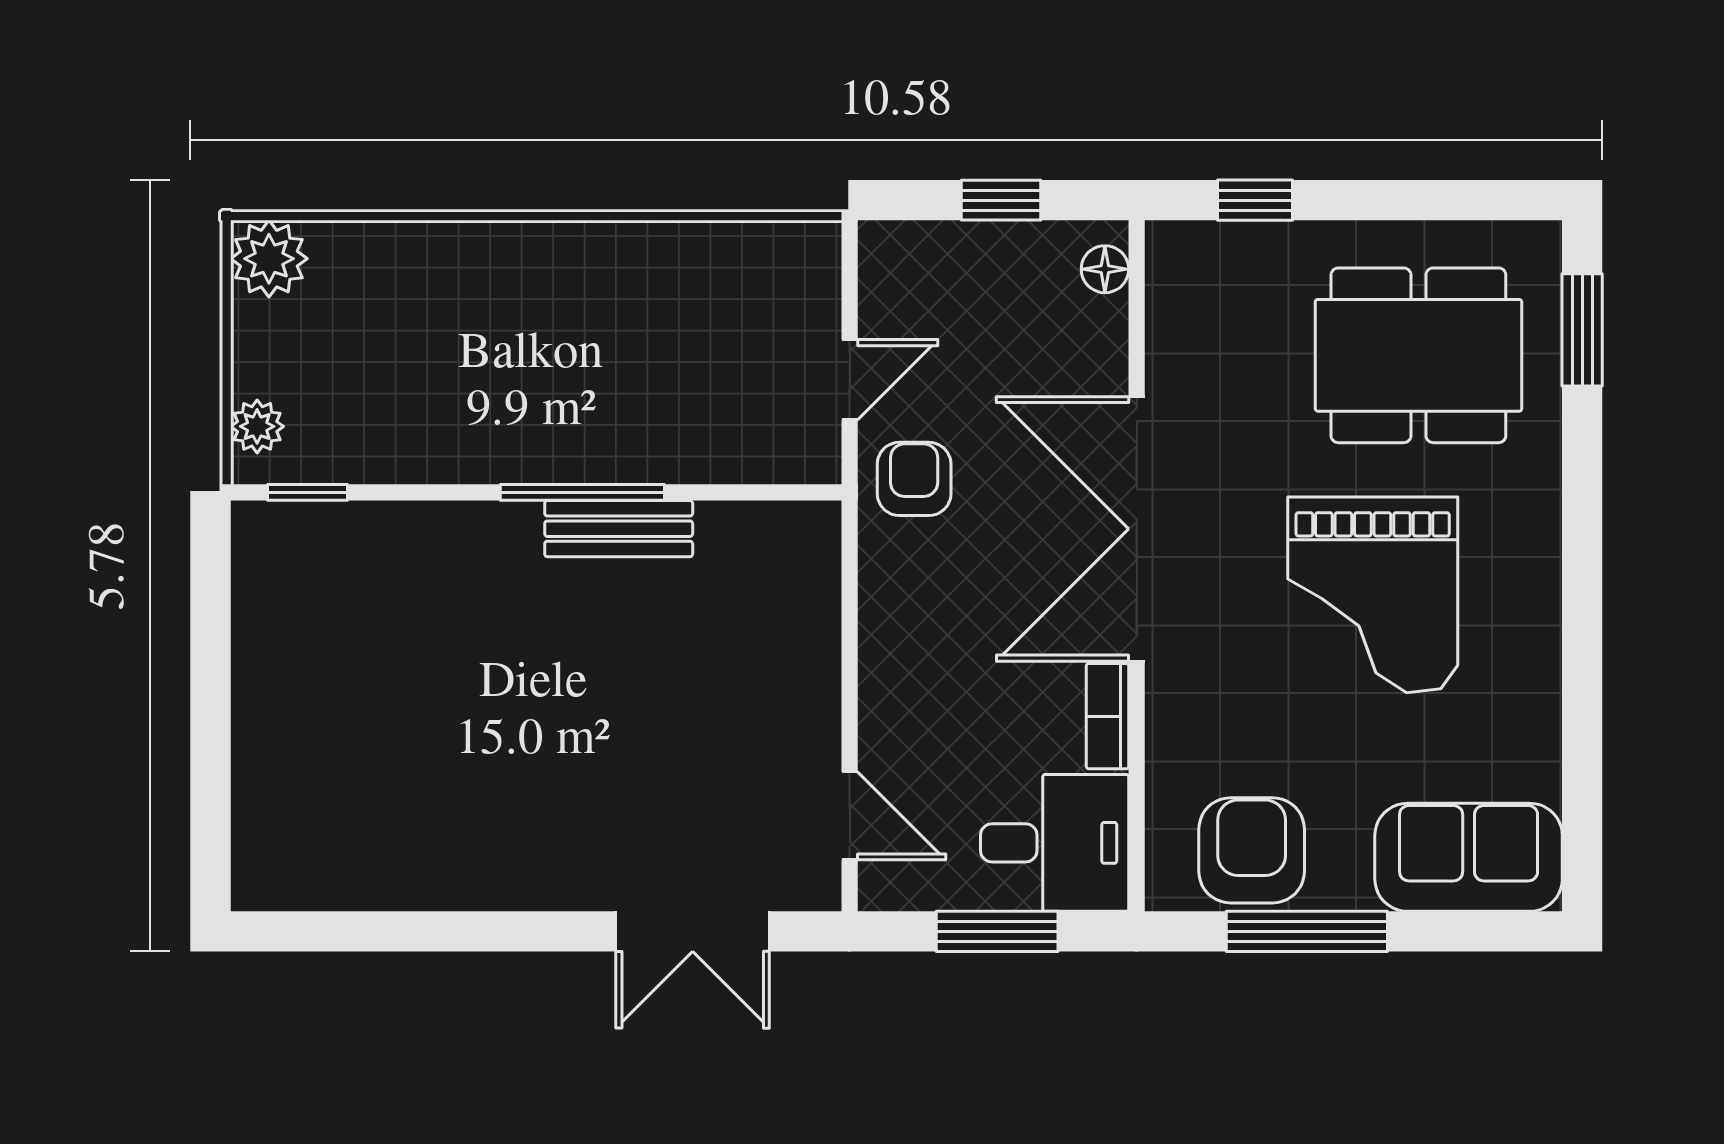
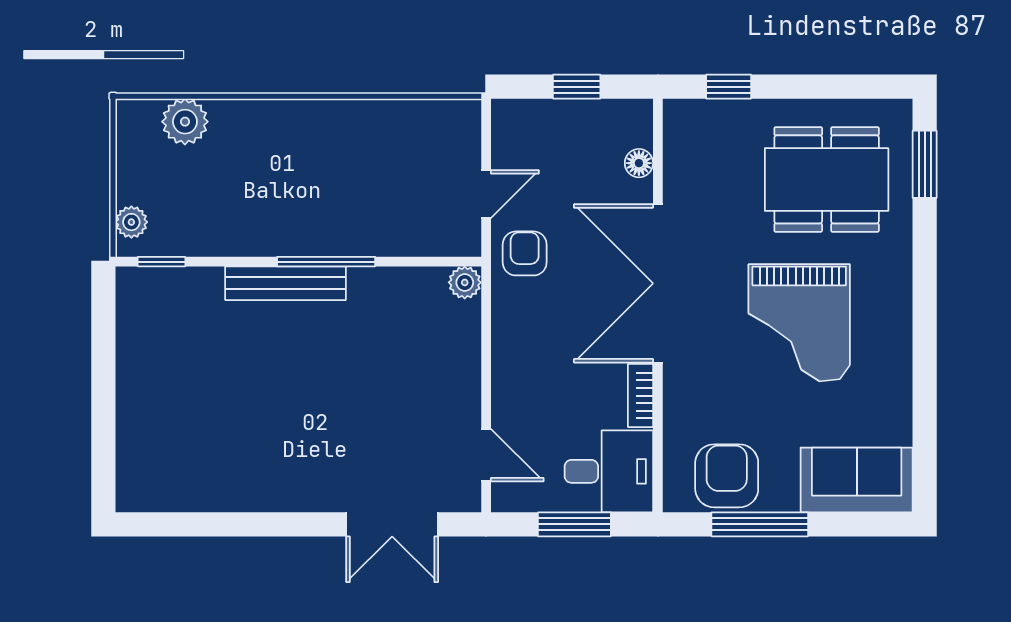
plant: (269, 259) -> (185, 122), moved
floor lamp: (1105, 269) -> (639, 163), moved
plant: (814, 527) -> (465, 282), added
bench: (619, 529) -> (286, 283), moved, width x1.36

